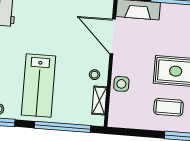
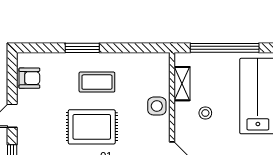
stool: (94, 75) -> (205, 113), moved

